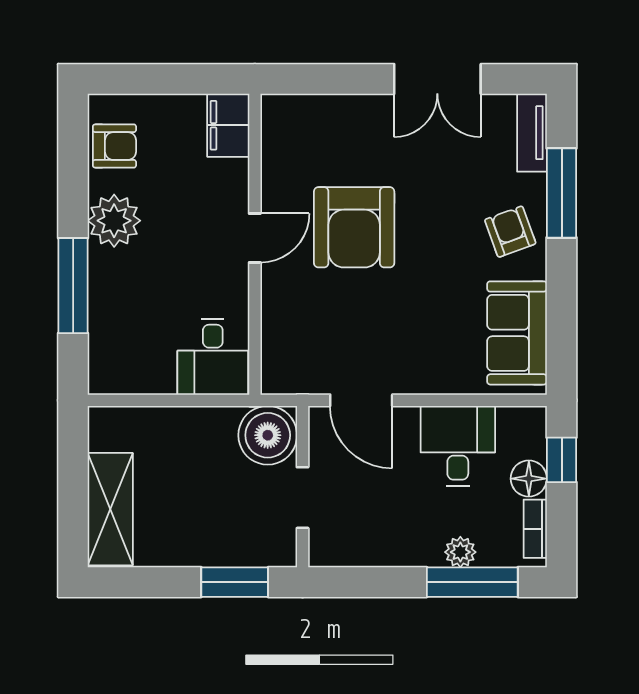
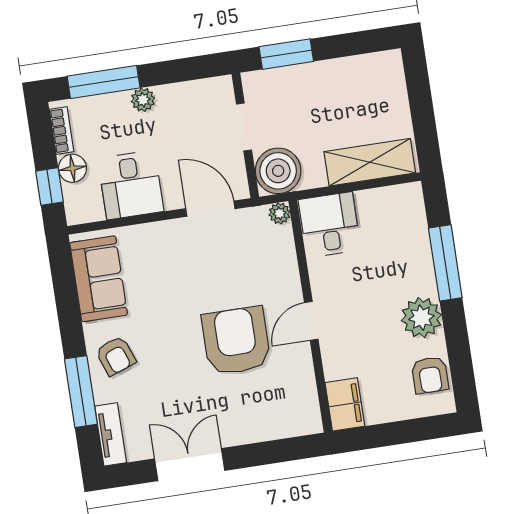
armchair: (114, 146) -> (430, 375), turned -90
plant: (274, 381) -> (279, 213), added
shelving: (110, 509) -> (370, 162), moved, turned 90
plant: (460, 552) -> (143, 100), moved

